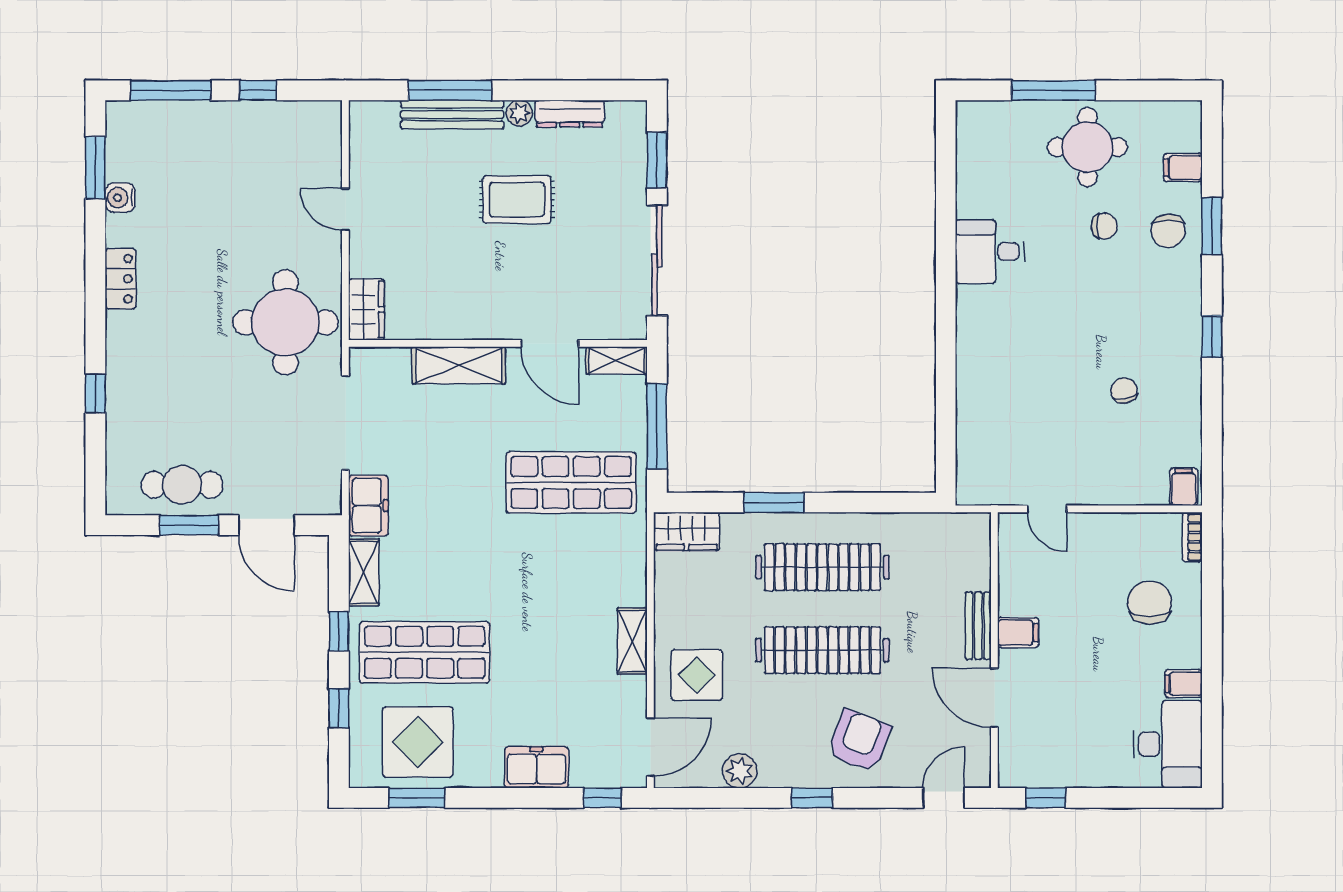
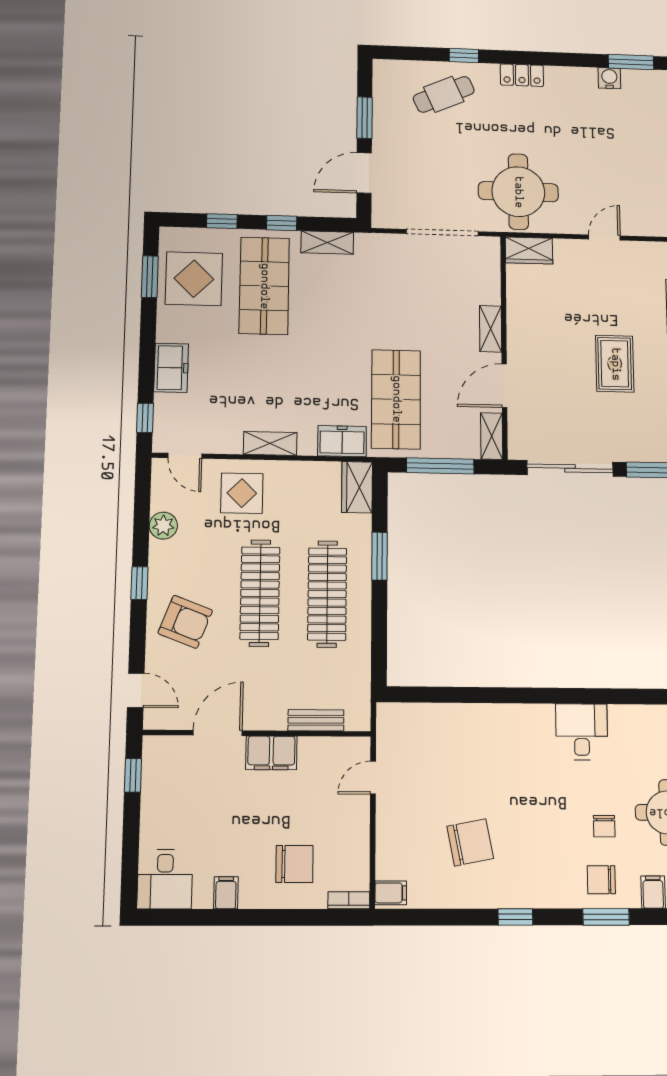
locker: (120, 279) -> (522, 75), moved
shelving: (459, 365) -> (491, 329), width x0.67, depth x0.75
chair: (1124, 391) -> (470, 842), width x1.87, depth x1.87
cafe table: (182, 485) -> (444, 94), moved, turned 66
freezer: (368, 506) -> (342, 441), moved, turned 180
bench: (978, 626) -> (316, 720), moved
filing cabinet: (1018, 633) -> (271, 753), width x2.00
desk: (1168, 744) -> (165, 879), width x0.73
door: (650, 747) -> (185, 456), width x0.73

